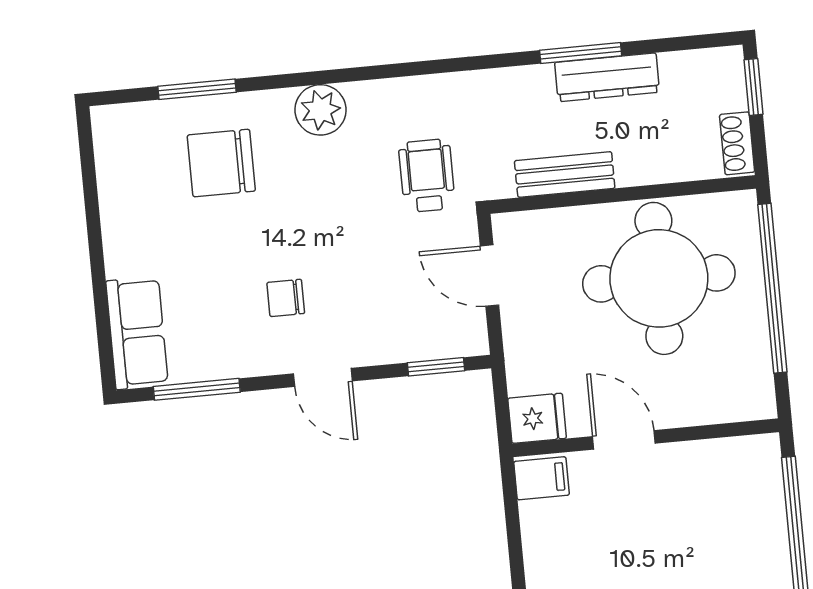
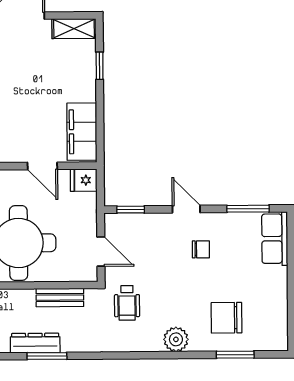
chair: (221, 163) -> (226, 318), turned 180
filing cabinet: (542, 478) -> (82, 132), width x3.00, depth x1.17

